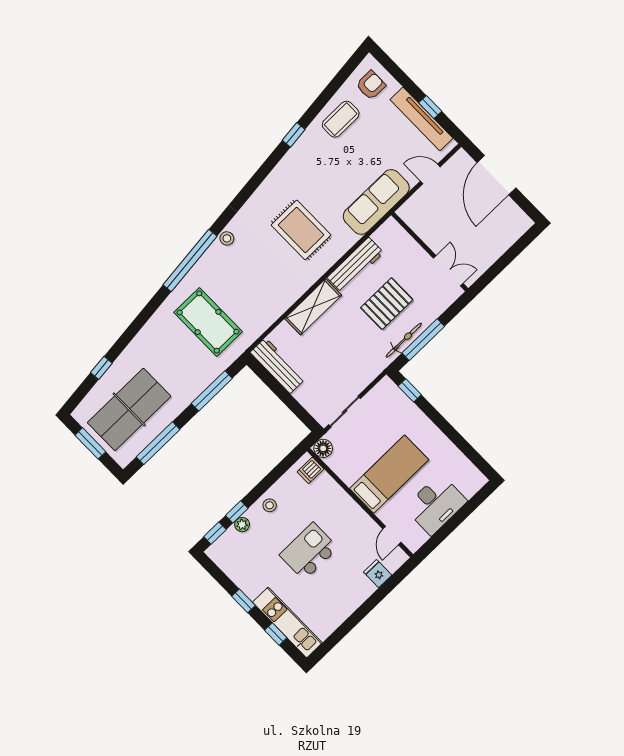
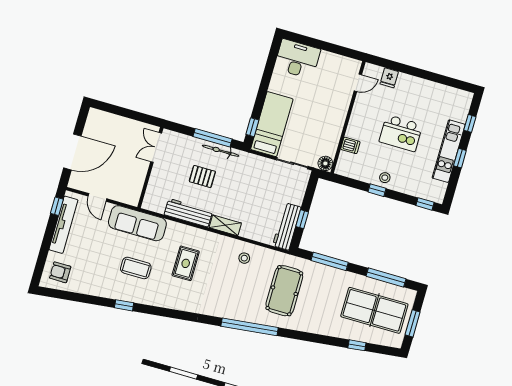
window: (430, 107) -> (57, 206), moved
coffee table: (341, 119) -> (136, 268), moved
rug: (301, 230) -> (186, 263), width x0.73, depth x0.70
stool: (227, 238) -> (244, 258), moved
pallet: (387, 304) -> (202, 176), width x0.67, depth x0.71
shelving: (313, 307) -> (225, 225), width x0.67, depth x0.75
window: (276, 387) -> (302, 219), added
dishwasher: (311, 470) -> (350, 145), moved
bed: (389, 474) -> (272, 124), moved, turned 90
desk: (436, 504) -> (297, 59), moved
window: (237, 512) -> (377, 190), moved
plant: (242, 525) -> (409, 189), removed
kitchen unit: (287, 622) -> (449, 151), moved

